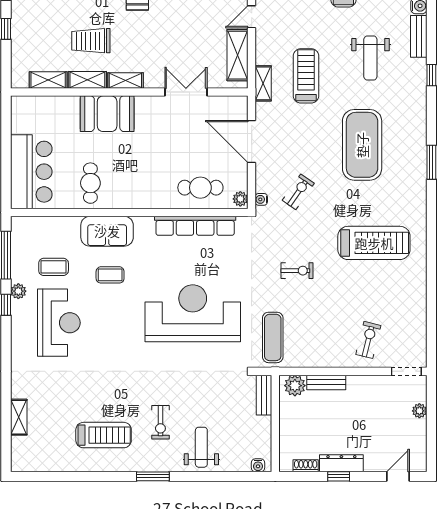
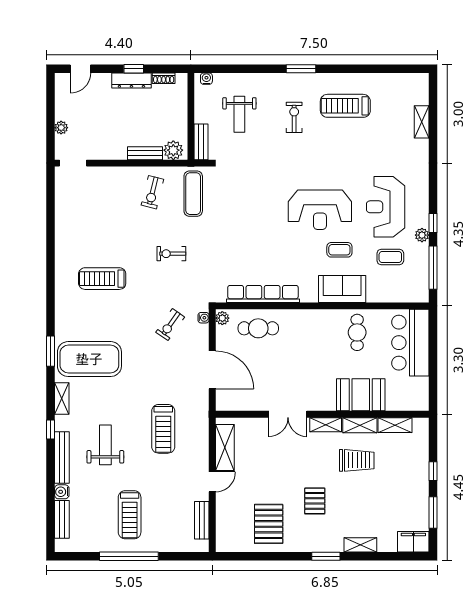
bench: (419, 36) -> (62, 457), width x1.36
shelving: (263, 83) -> (62, 398), moved
double door: (186, 92) -> (288, 414), moved
booth: (107, 114) -> (361, 395), moved
exercise mat: (362, 145) -> (89, 359), moved, turned 90
treadmill: (374, 243) -> (102, 279), width x0.73, depth x0.73
reception desk: (193, 313) -> (320, 210), moved, width x0.74, depth x0.77
exercise bike: (368, 340) -> (152, 192), moved
weight bench: (201, 447) -> (239, 114), moved

